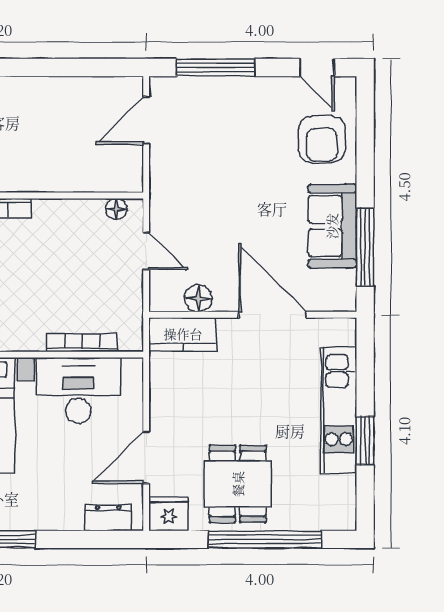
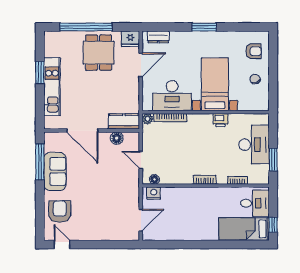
window: (216, 68) -> (109, 245), removed
nightstand: (118, 179) -> (154, 193), added
plant: (132, 340) -> (147, 119), added

